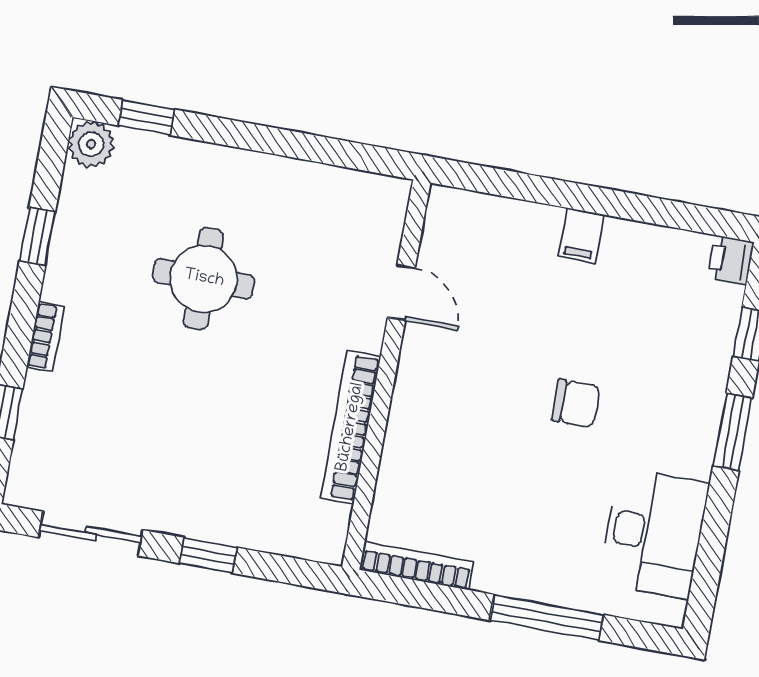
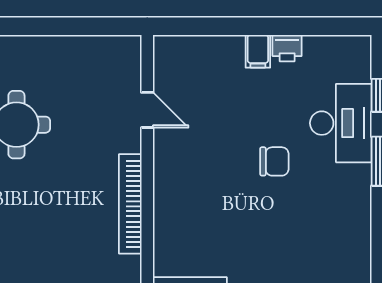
printer: (731, 260) -> (287, 48), moved, turned -90
desk: (654, 533) -> (341, 123), moved

